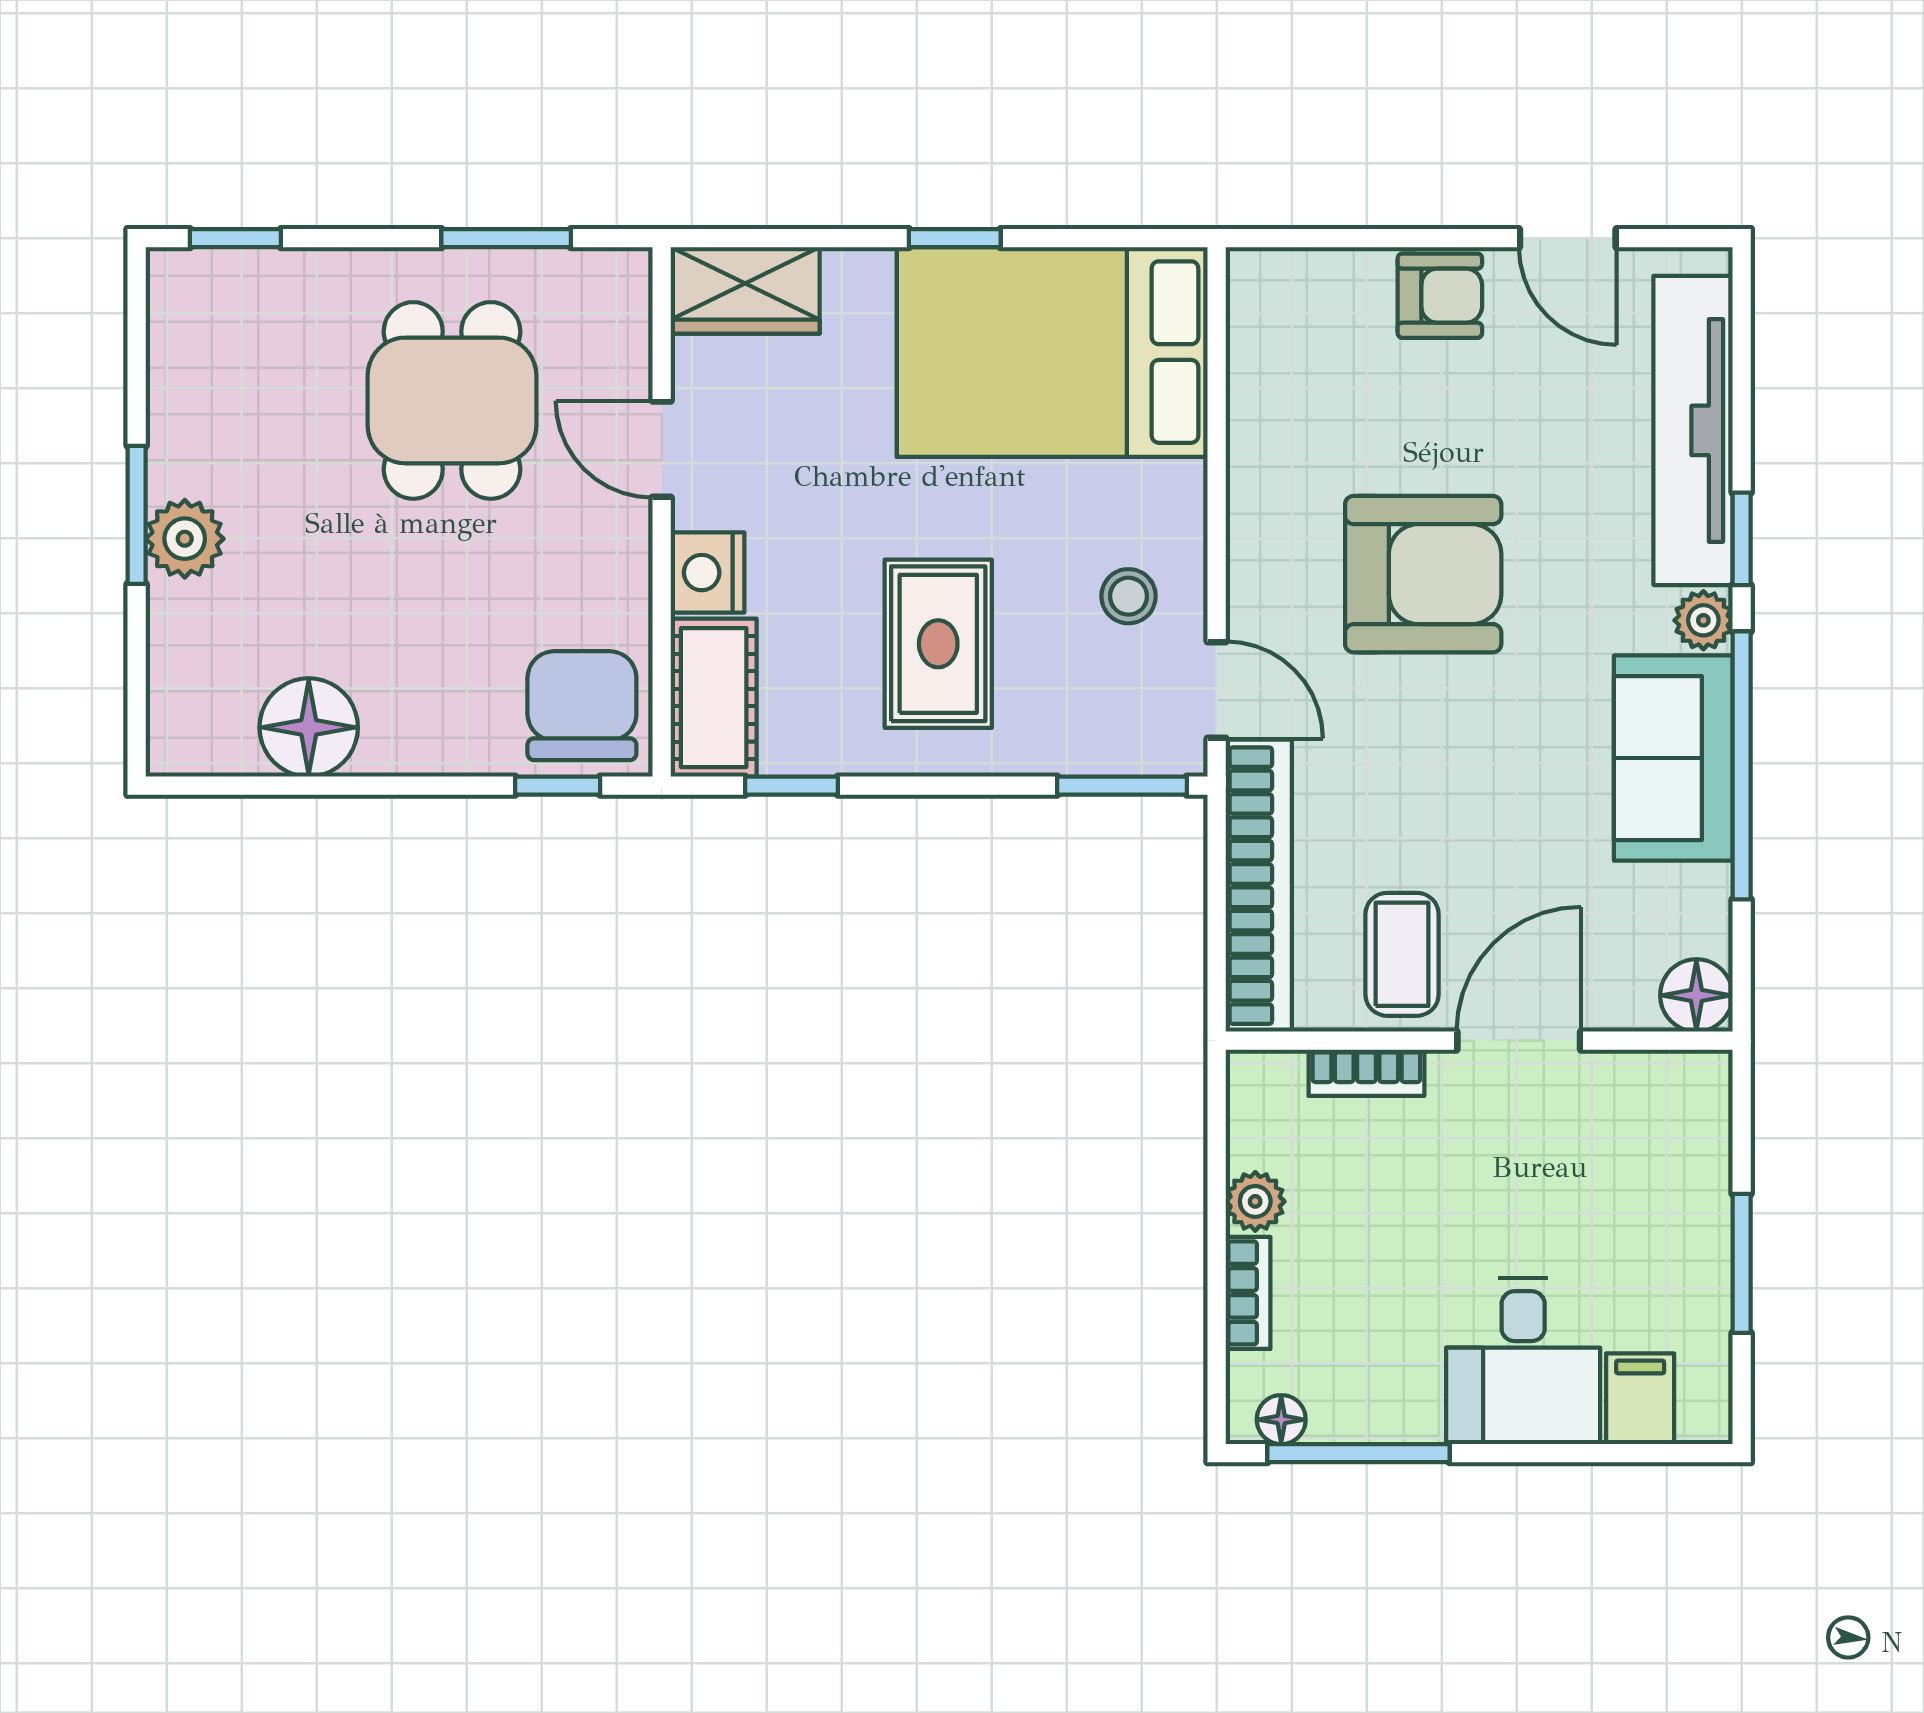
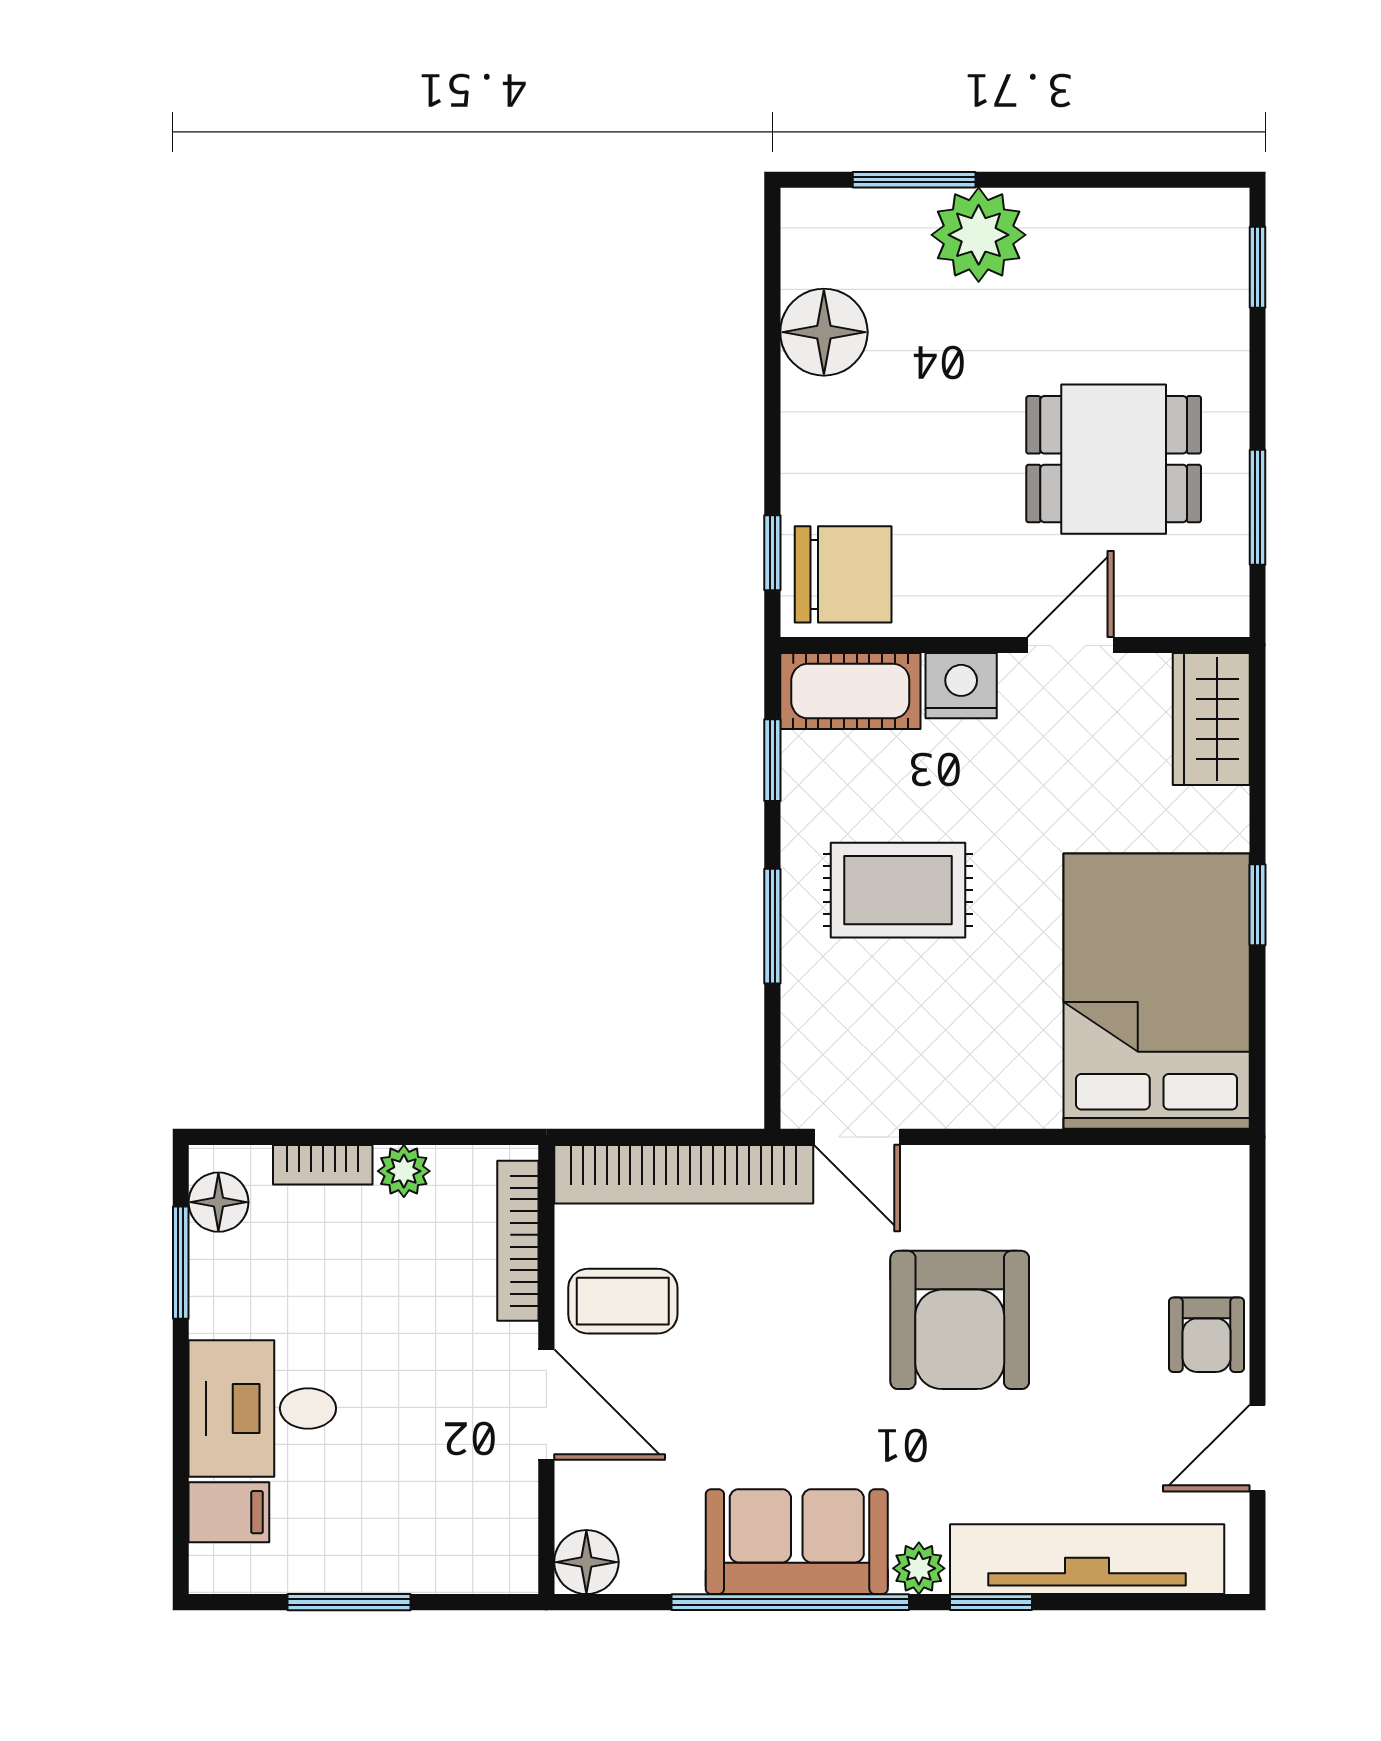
window: (137, 515) -> (914, 180), moved
plant: (185, 539) -> (979, 235), width x1.36, depth x1.36
stool: (1129, 596) -> (940, 1059), removed
door: (1217, 690) -> (857, 1137), hinge flipped
window: (1122, 786) -> (772, 926), moved
bookcase: (1366, 1073) -> (518, 1241), width x1.56
floor lamp: (1281, 1420) -> (218, 1202), width x1.37, depth x1.37
window: (1359, 1453) -> (181, 1263), width x0.69

